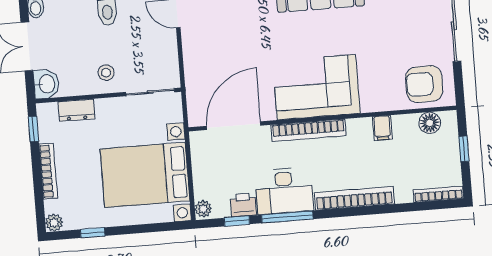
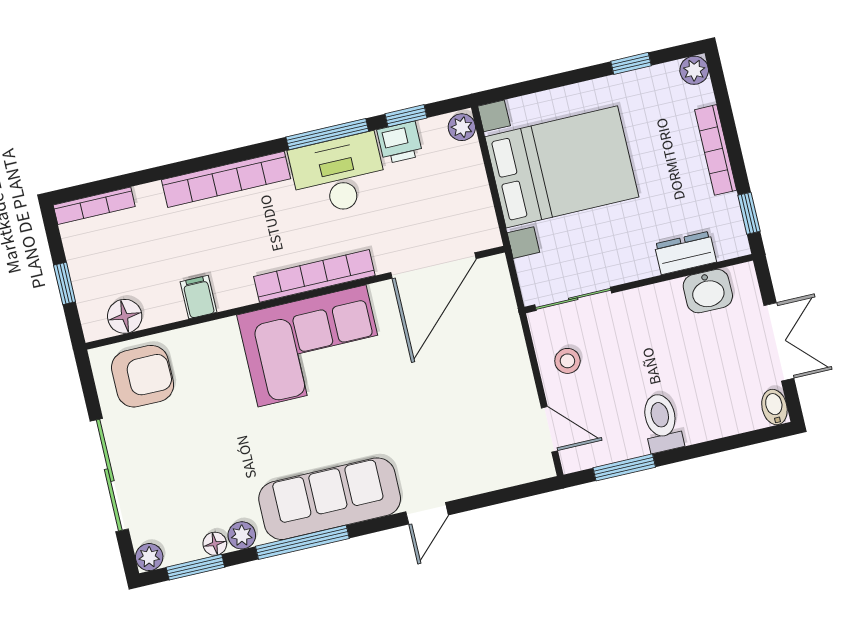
stool: (106, 73) -> (567, 361), moved
washbasin: (46, 84) -> (708, 291), moved, turned -90

